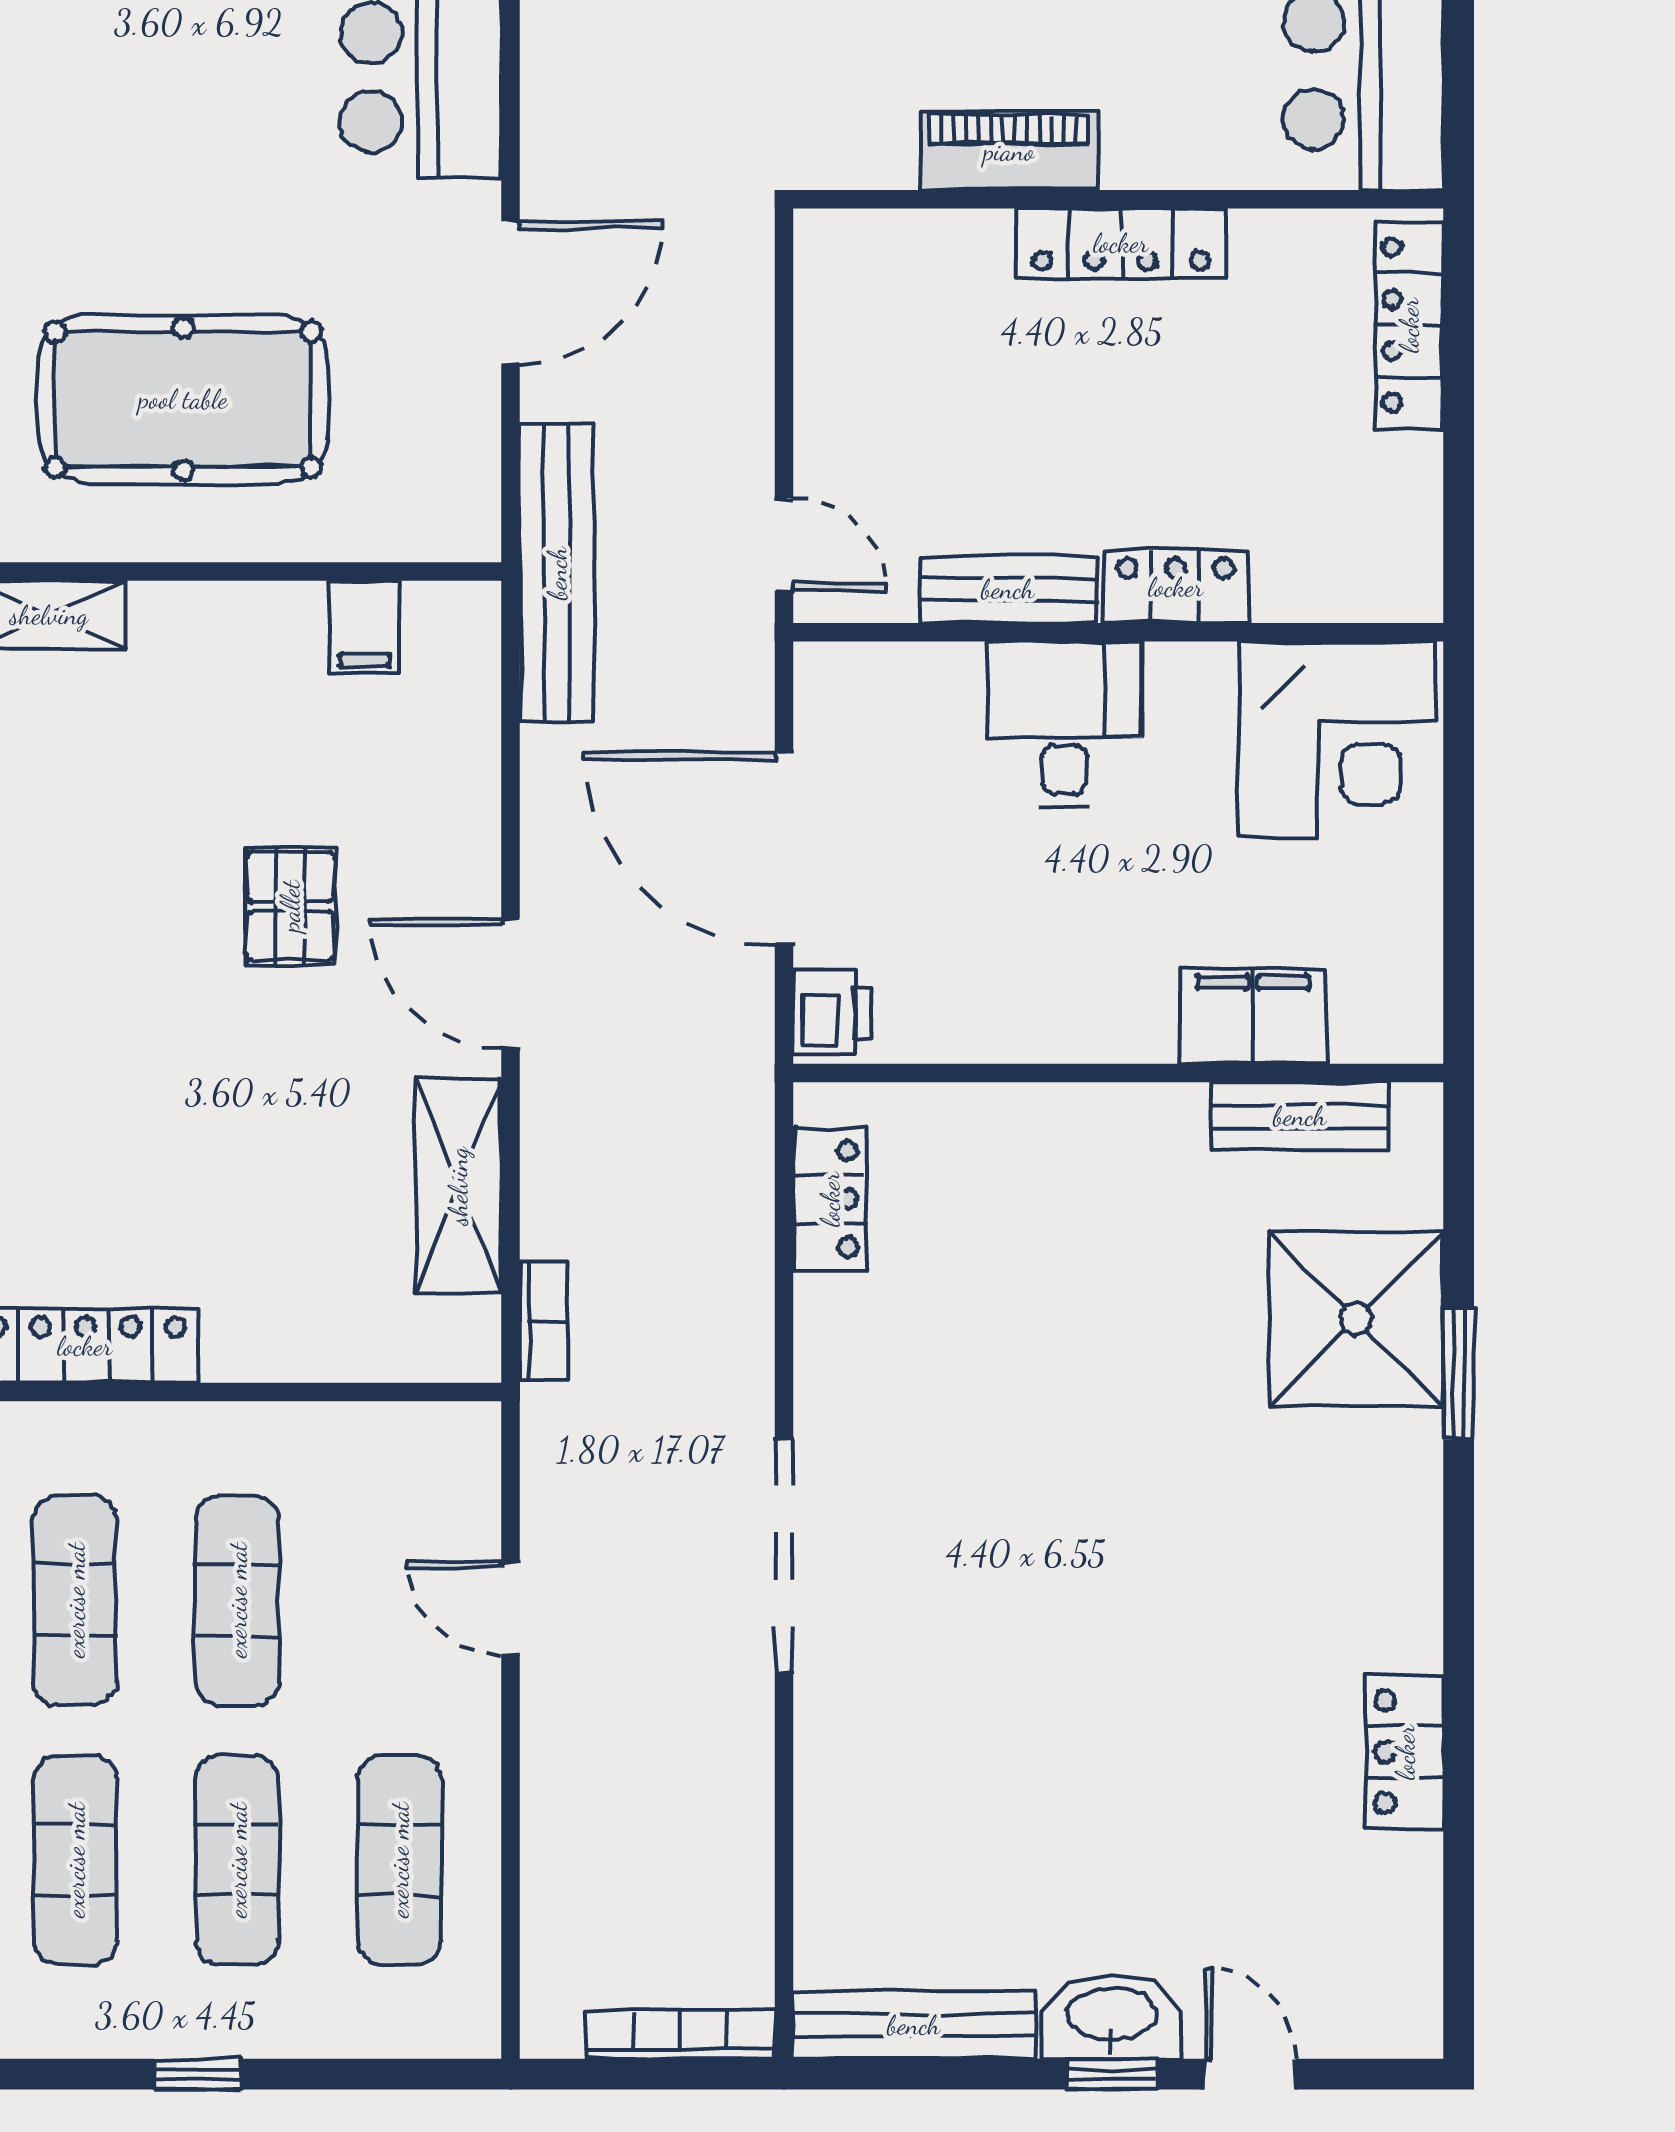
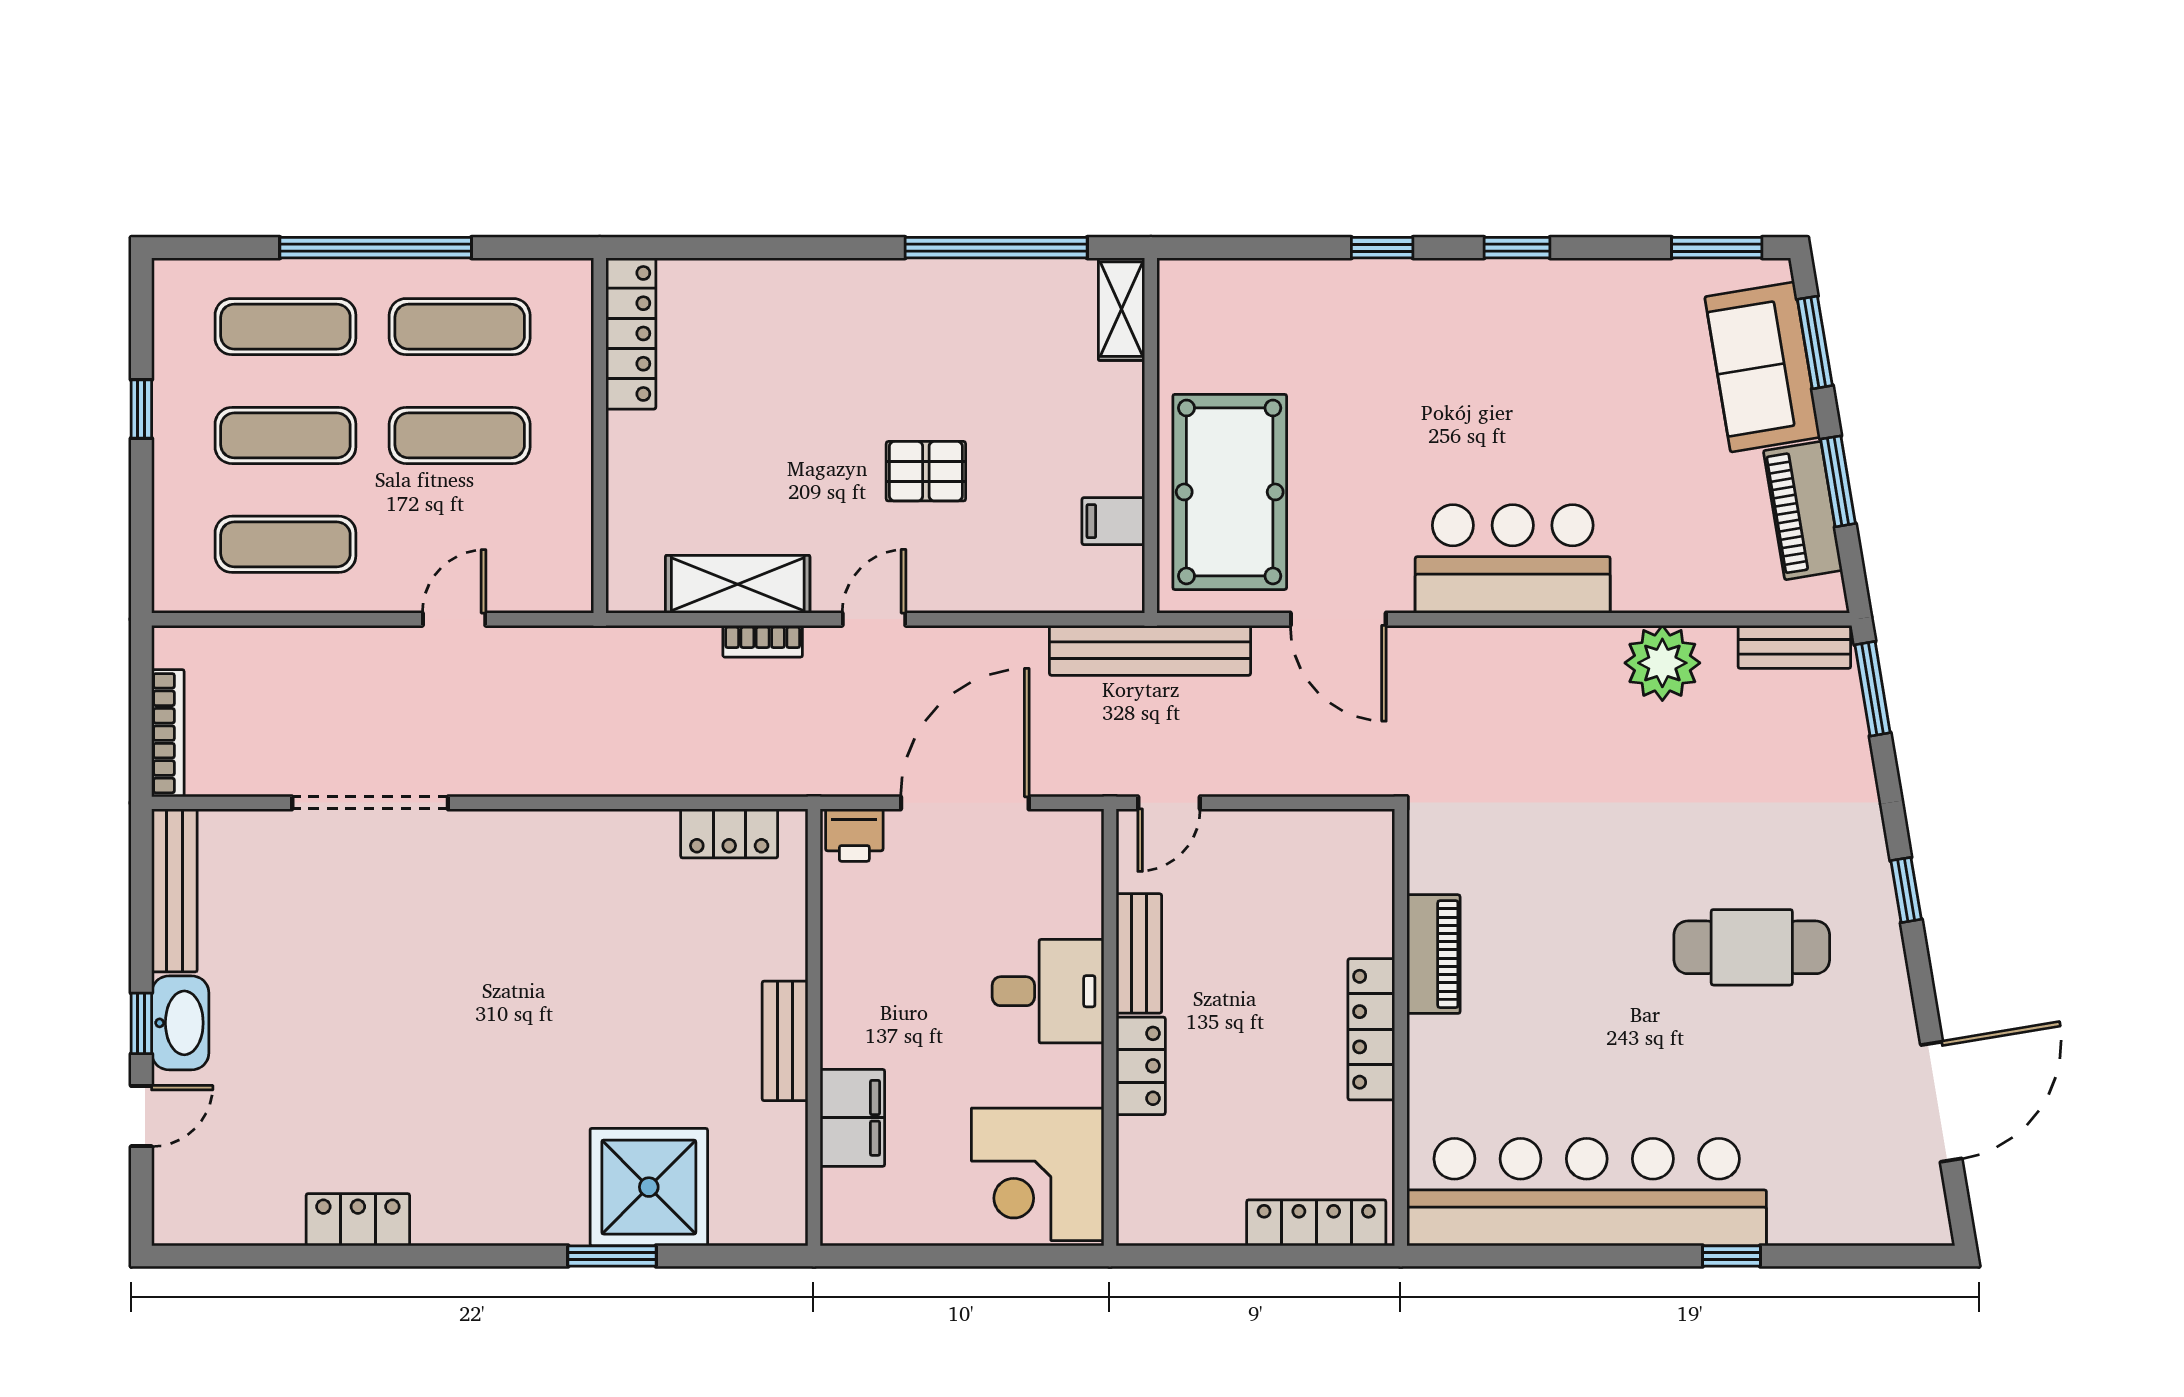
pool table: (183, 399) -> (1230, 492), moved
door: (511, 984) -> (874, 619), width x0.73
bench: (1300, 1116) -> (785, 1041), moved
bookcase: (543, 1321) -> (763, 641), moved
doorway: (784, 1556) -> (370, 803), moved

